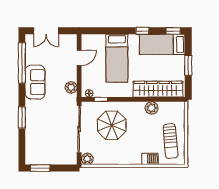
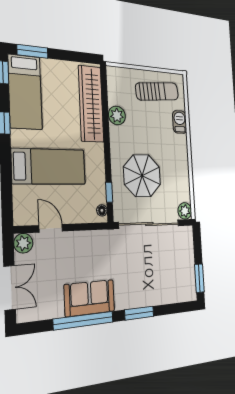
window: (22, 63) -> (84, 321), moved
window: (188, 65) -> (32, 51), moved
plant: (71, 87) -> (23, 243), moved

